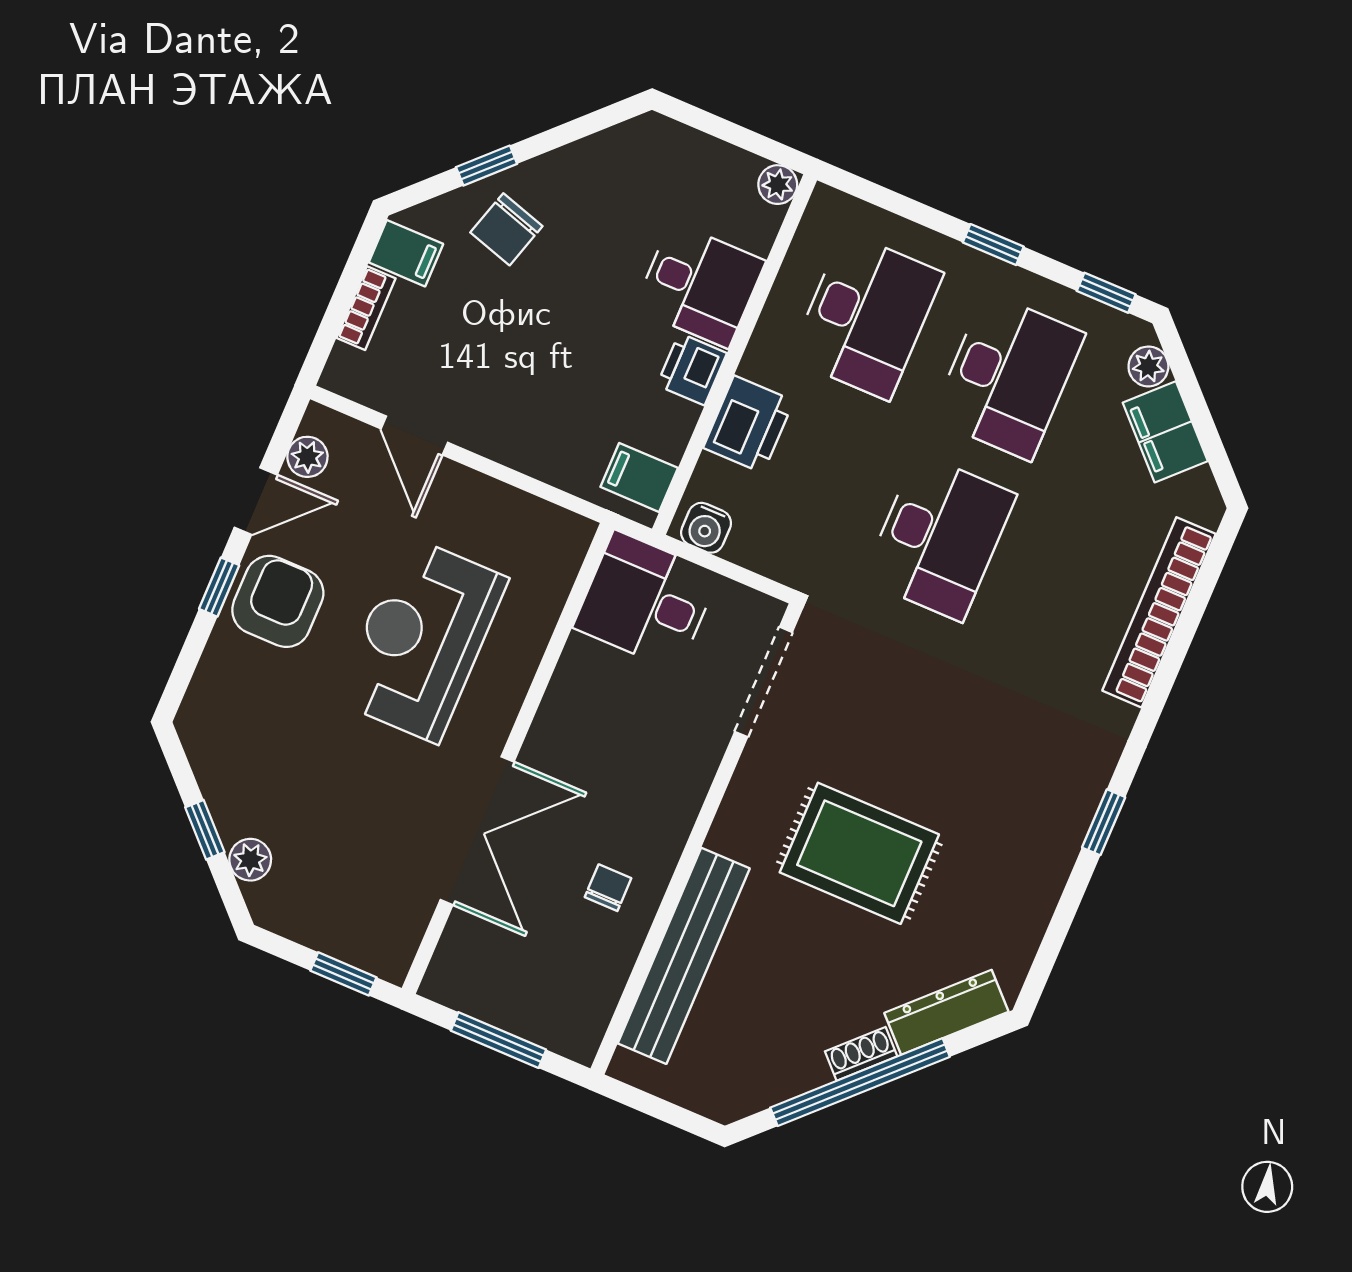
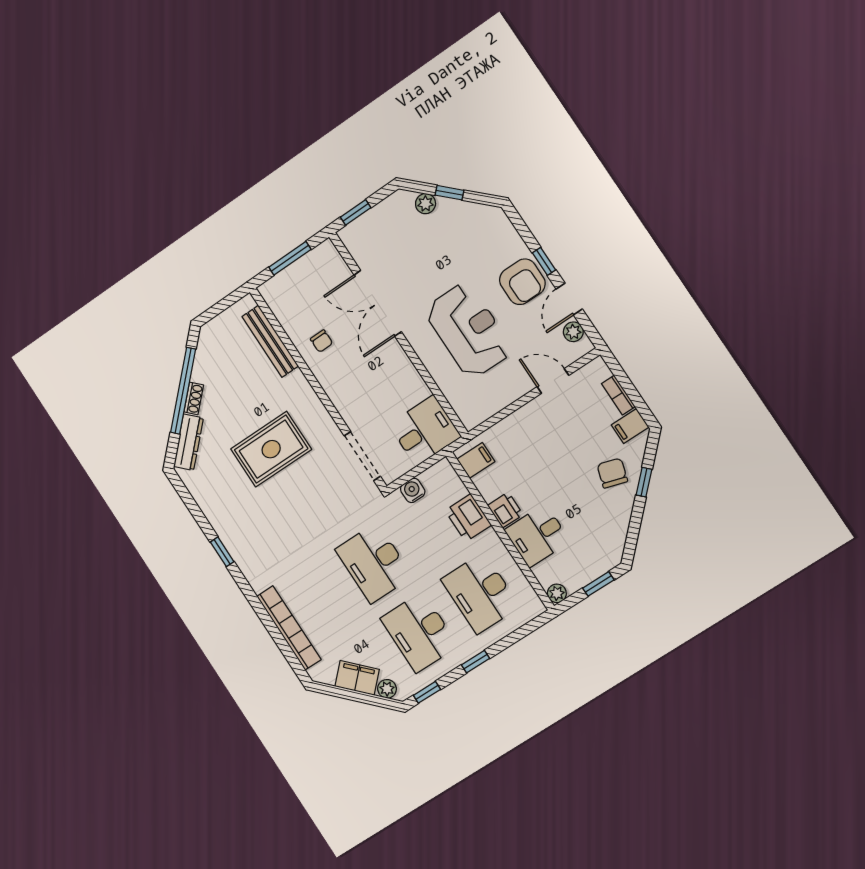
window: (713, 125) -> (598, 584), added
water cooler: (706, 528) -> (413, 490), moved
bench: (684, 956) -> (270, 341), width x0.73, depth x0.82

